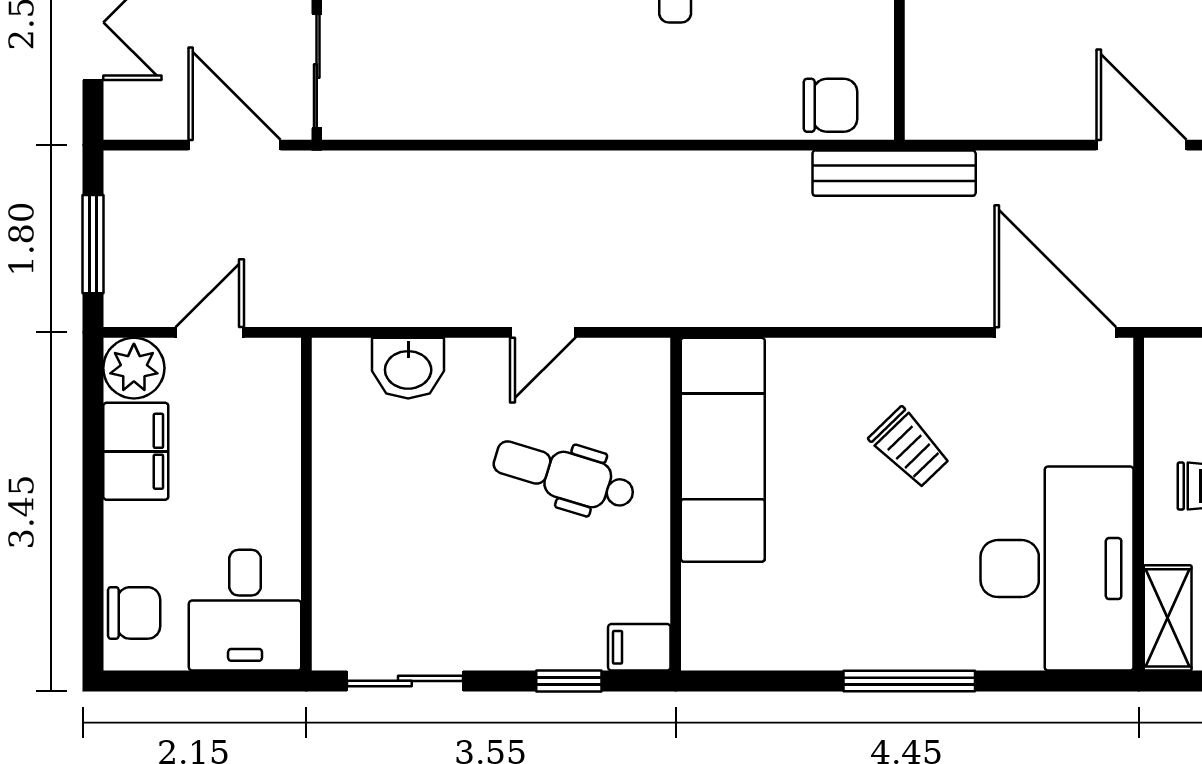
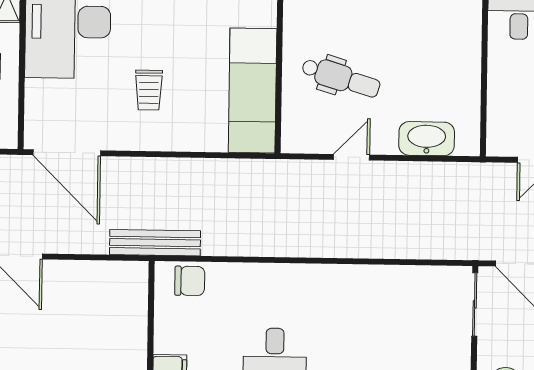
chair: (830, 105) -> (190, 281), turned 180
washbasin: (408, 368) -> (427, 139), width x1.38
trolley: (910, 448) -> (149, 90), turned -136

